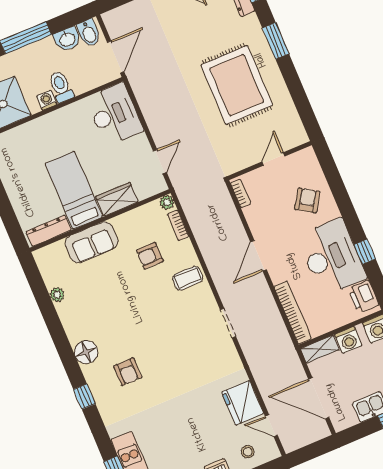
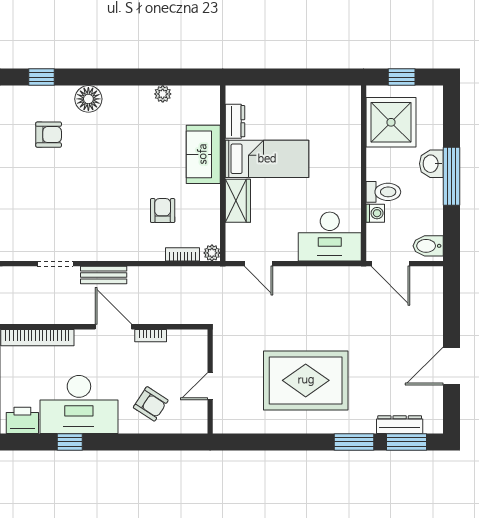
washbasin: (67, 39) -> (431, 164), moved
window: (276, 41) -> (354, 442), moved
washing machine: (47, 100) -> (375, 213), moved
door: (273, 159) -> (210, 386), swing flipped
bookcase: (240, 193) -> (151, 336), moved
dresser: (49, 231) -> (235, 121), width x0.70
coffee table: (188, 278) -> (122, 241), removed
bench: (221, 281) -> (104, 275), added
armchair: (128, 372) -> (49, 135), turned 180

